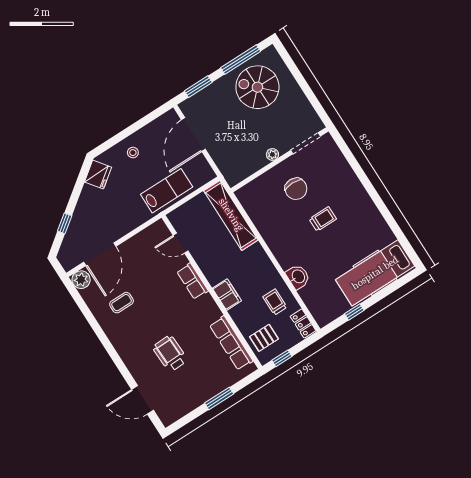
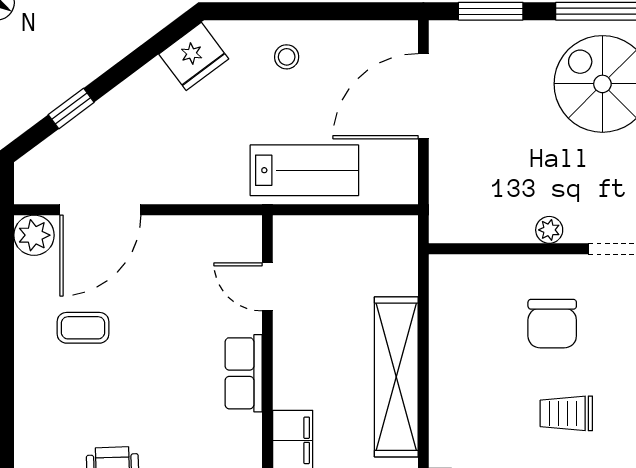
shelving: (231, 215) -> (396, 377), moved
trolley: (323, 219) -> (566, 413), turned 180

